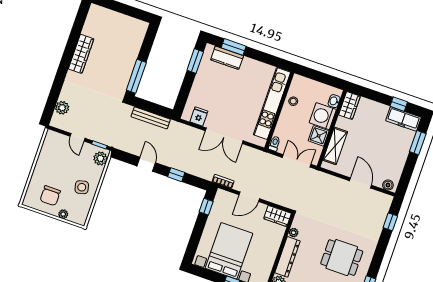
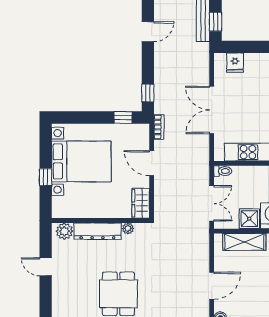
window: (157, 109) -> (215, 22), added
fridge: (199, 116) -> (235, 63), moved, turned 90
window: (176, 175) -> (148, 93), moved

